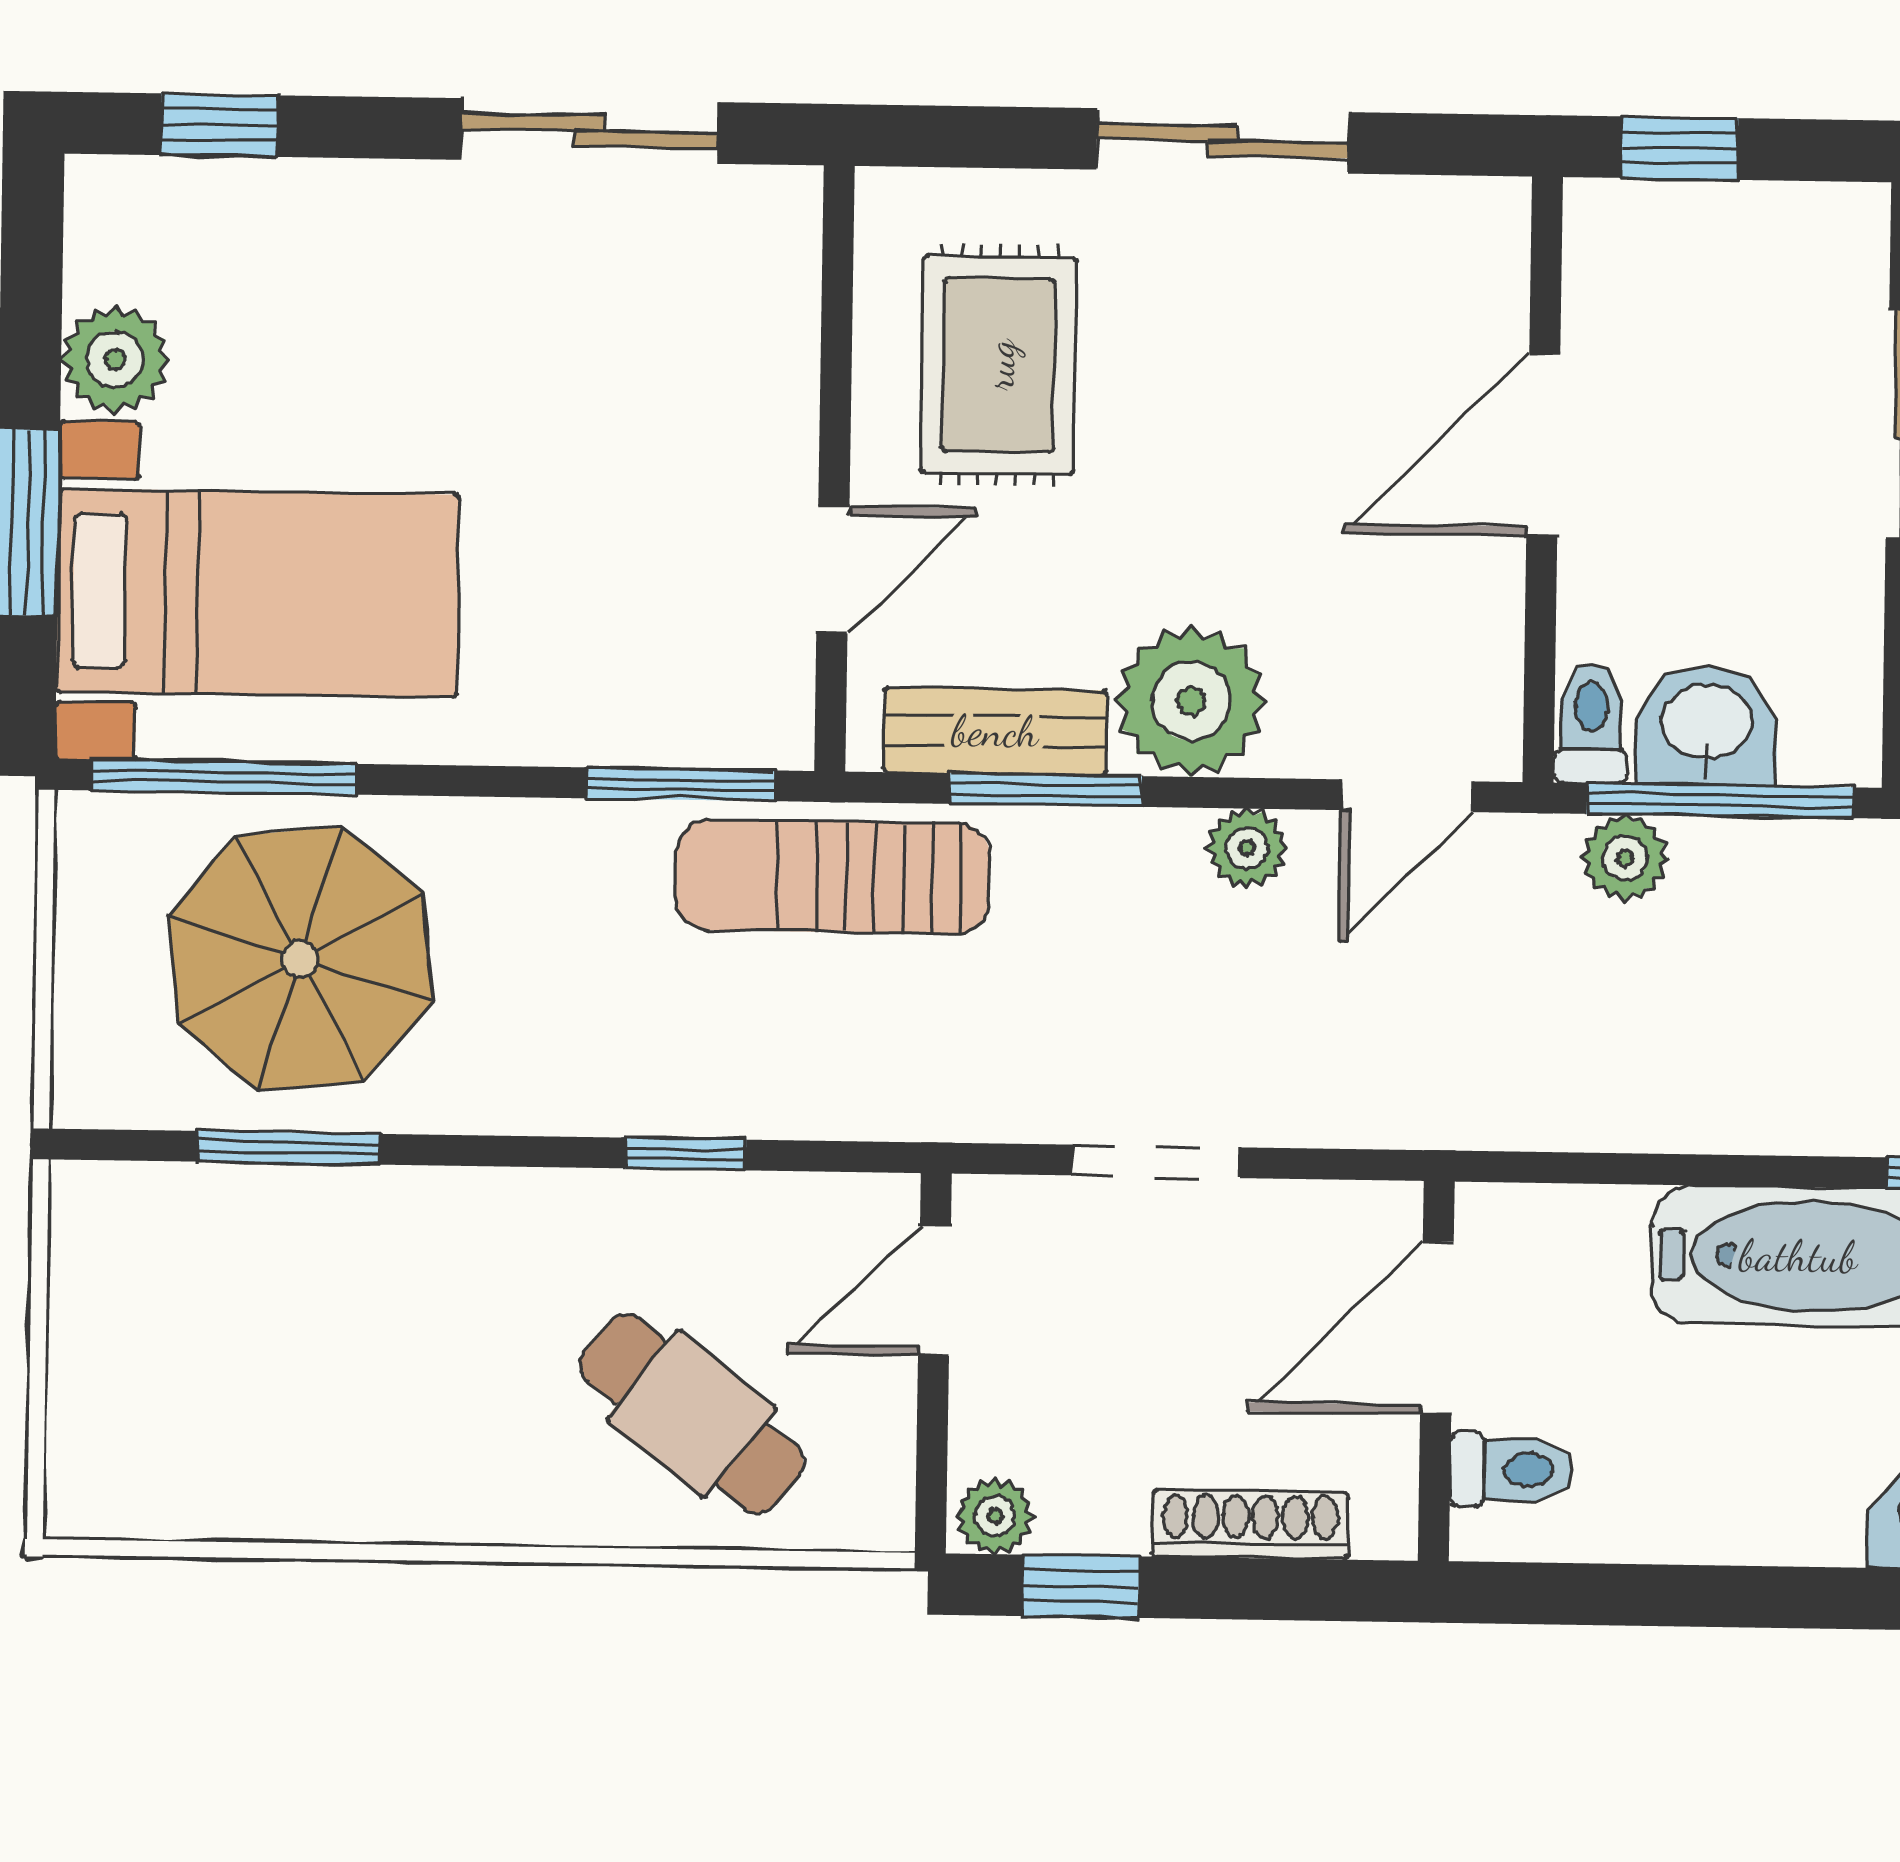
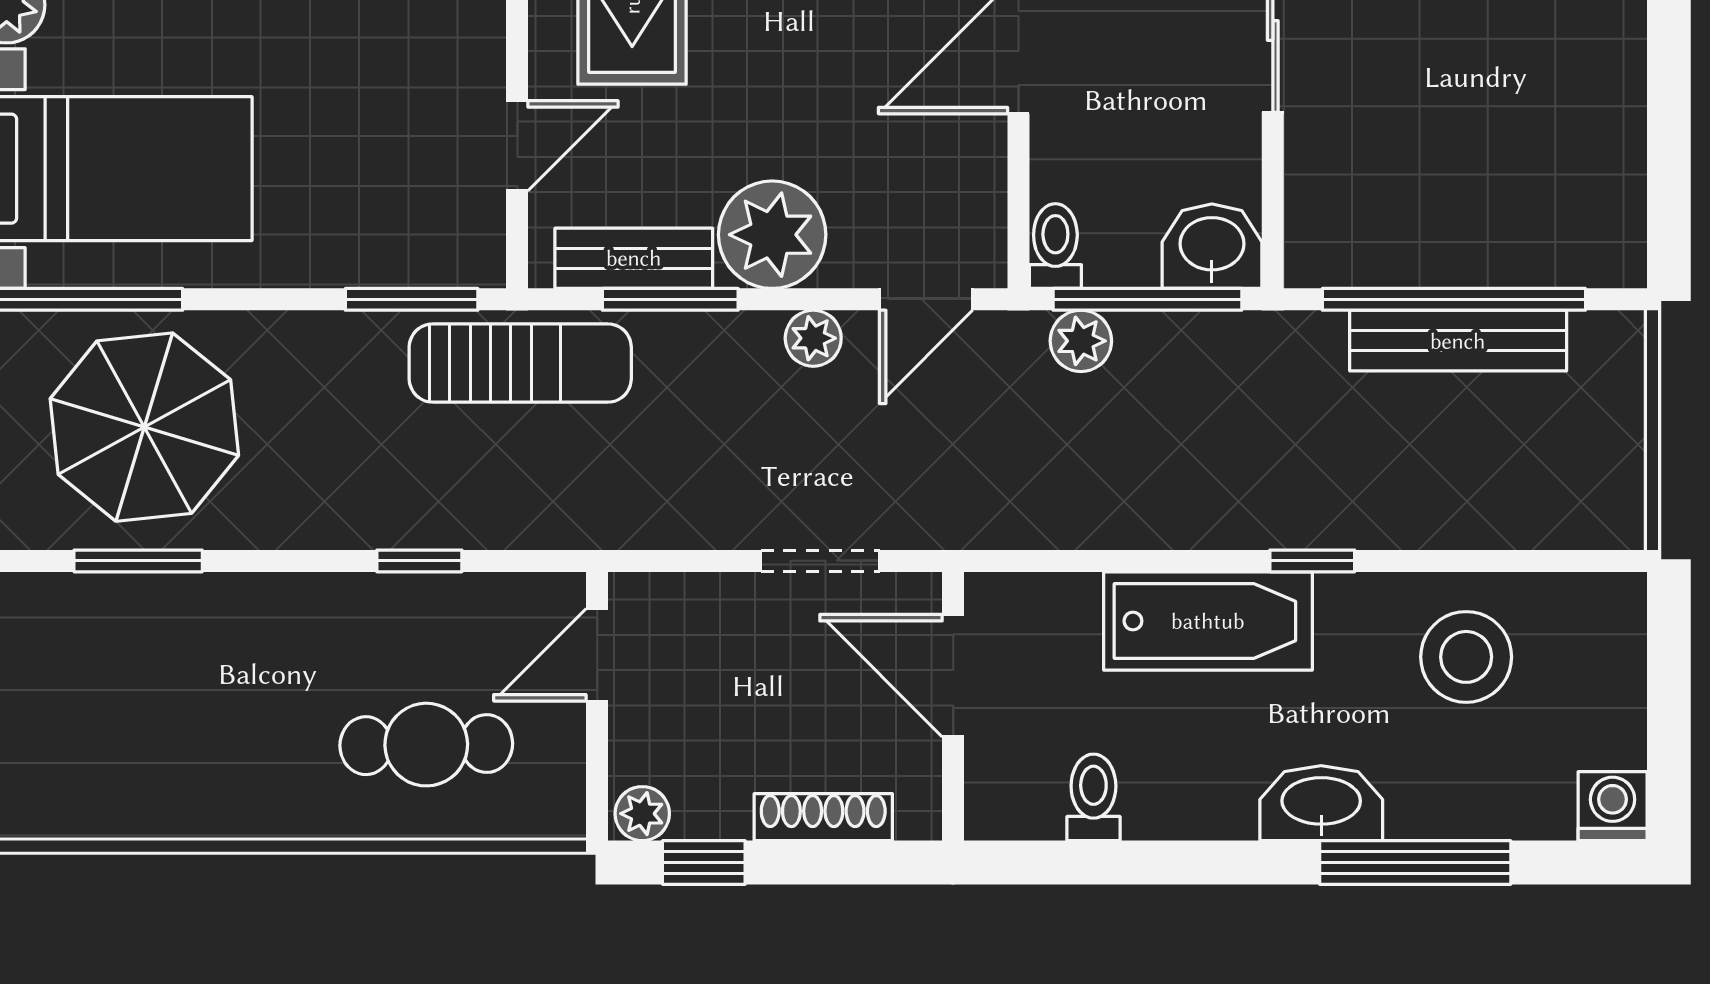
washbasin: (1707, 725) -> (1212, 246), moved
sun lounger: (833, 877) -> (520, 363), turned 180
doorway: (1156, 1161) -> (820, 561), moved
door: (1437, 1328) -> (953, 676), hinge flipped
cafe table: (691, 1414) -> (426, 745), turned -39
toilet: (1511, 1470) -> (1093, 797), moved, turned -90

